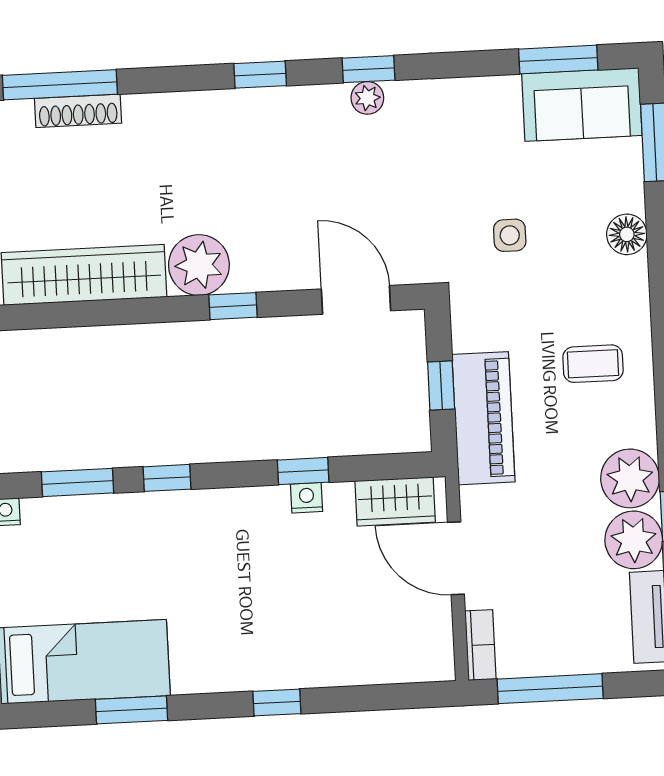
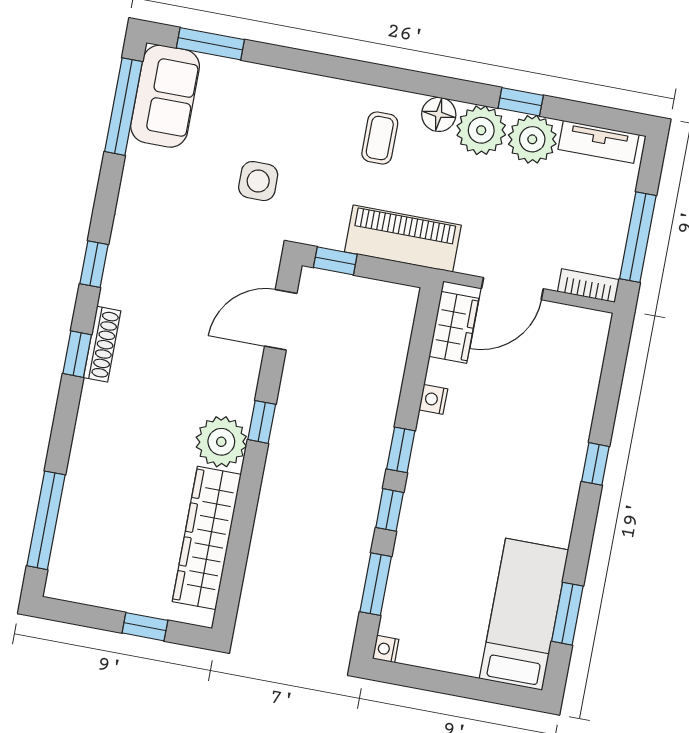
window: (558, 59) -> (123, 107), width x1.44
plant: (367, 98) -> (117, 271), removed
shoe rack: (78, 111) -> (102, 344), moved
floor lamp: (627, 234) -> (439, 114), moved
side table: (510, 235) -> (258, 181), width x1.37, depth x1.37
window: (441, 385) -> (335, 261), moved
window: (303, 471) -> (401, 450), moved
window: (132, 710) -> (567, 614), moved

